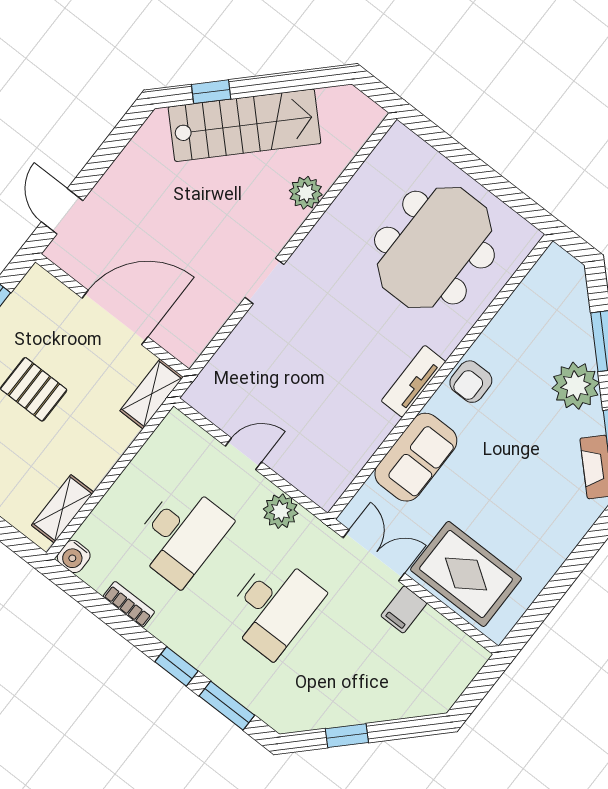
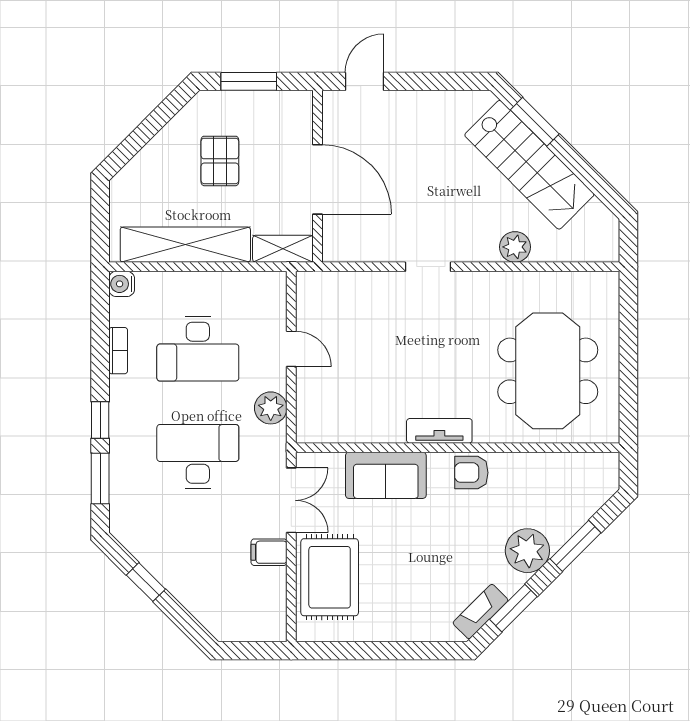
window: (211, 92) -> (535, 122), width x1.50
meeting table: (434, 248) -> (548, 371), turned 90
shelving: (63, 509) -> (185, 245), width x2.20, depth x1.33
desk: (274, 607) -> (198, 456), turned 180

